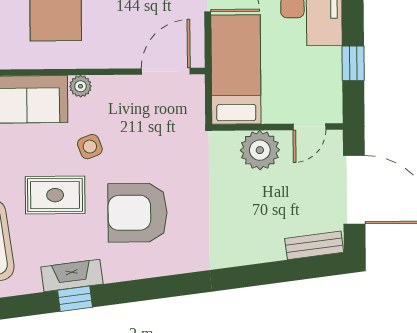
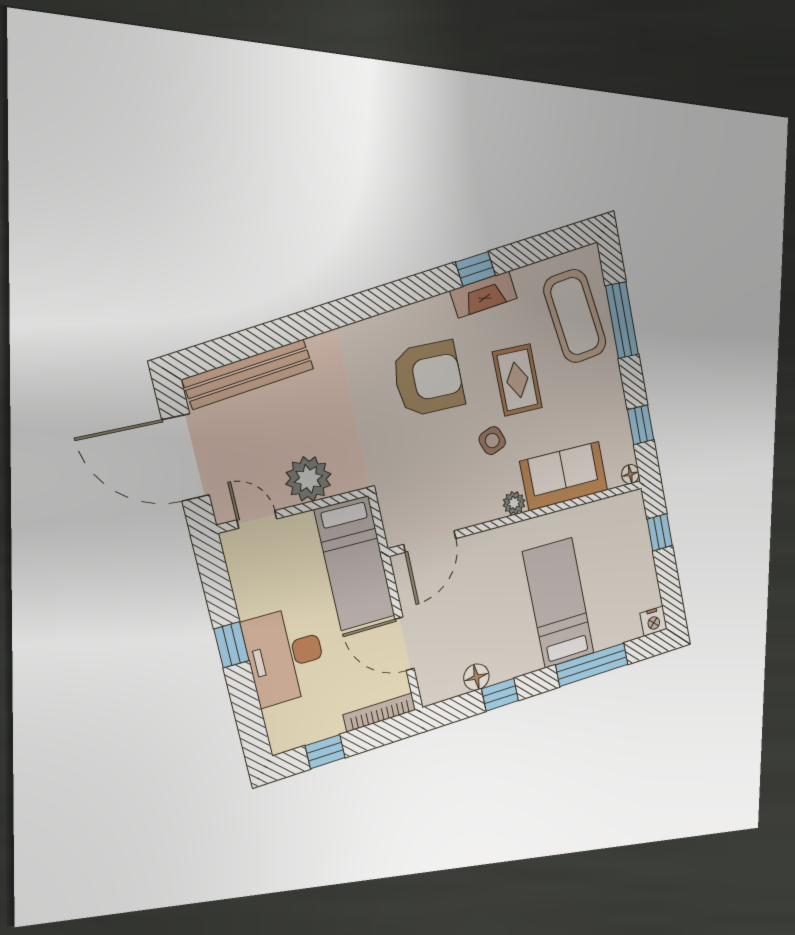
window: (353, 63) -> (231, 645), moved
door: (309, 127) -> (257, 519), hinge flipped
rug: (55, 195) -> (517, 380), turned 90
bench: (314, 245) -> (249, 374), width x1.86, depth x1.21

